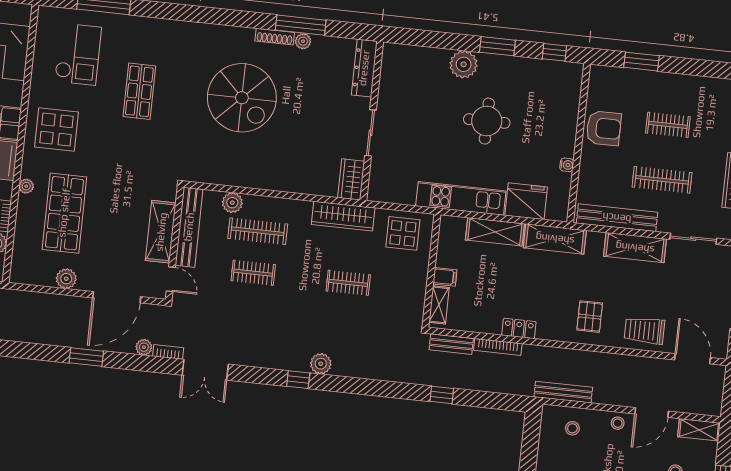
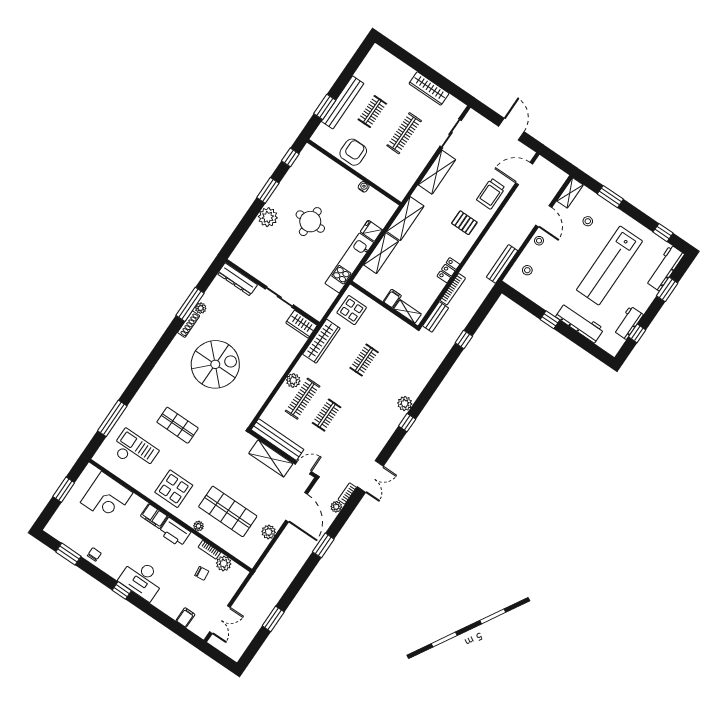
fridge: (526, 201) -> (371, 231), width x0.53, depth x0.75
plant: (232, 203) -> (293, 380), moved
bench: (617, 218) -> (343, 102), moved

